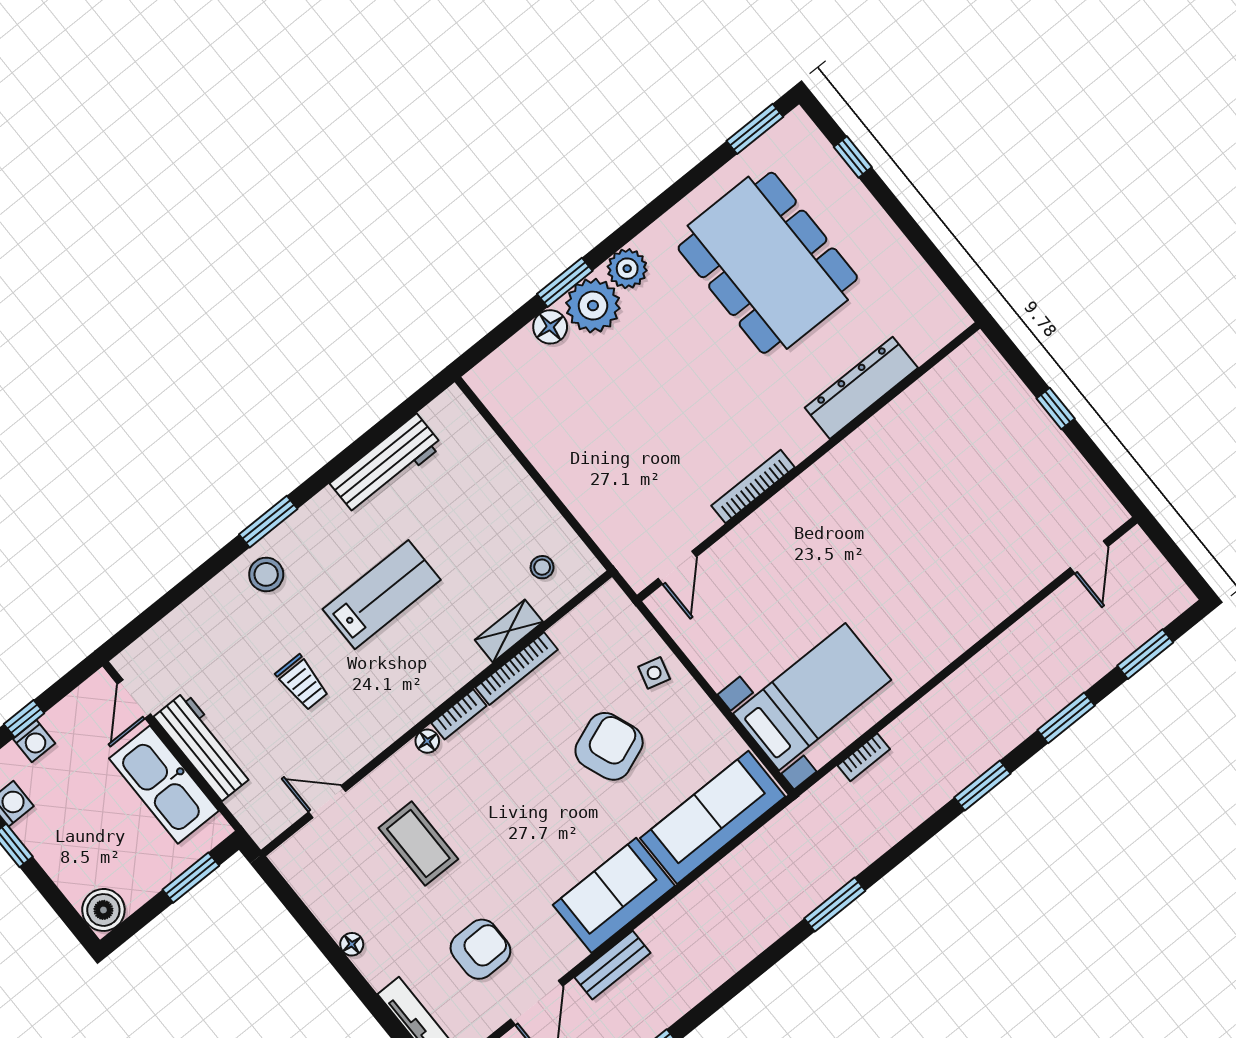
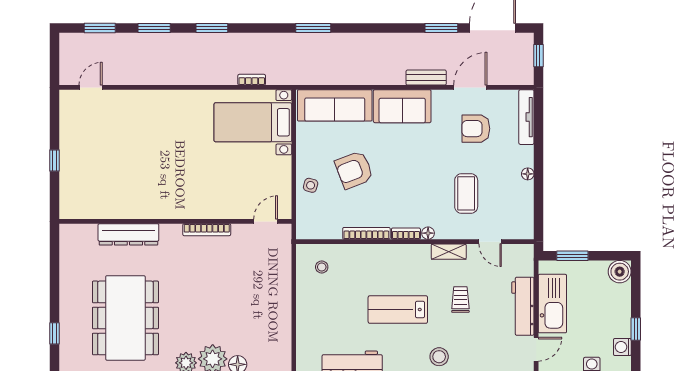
shelving: (509, 631) -> (449, 252), moved

